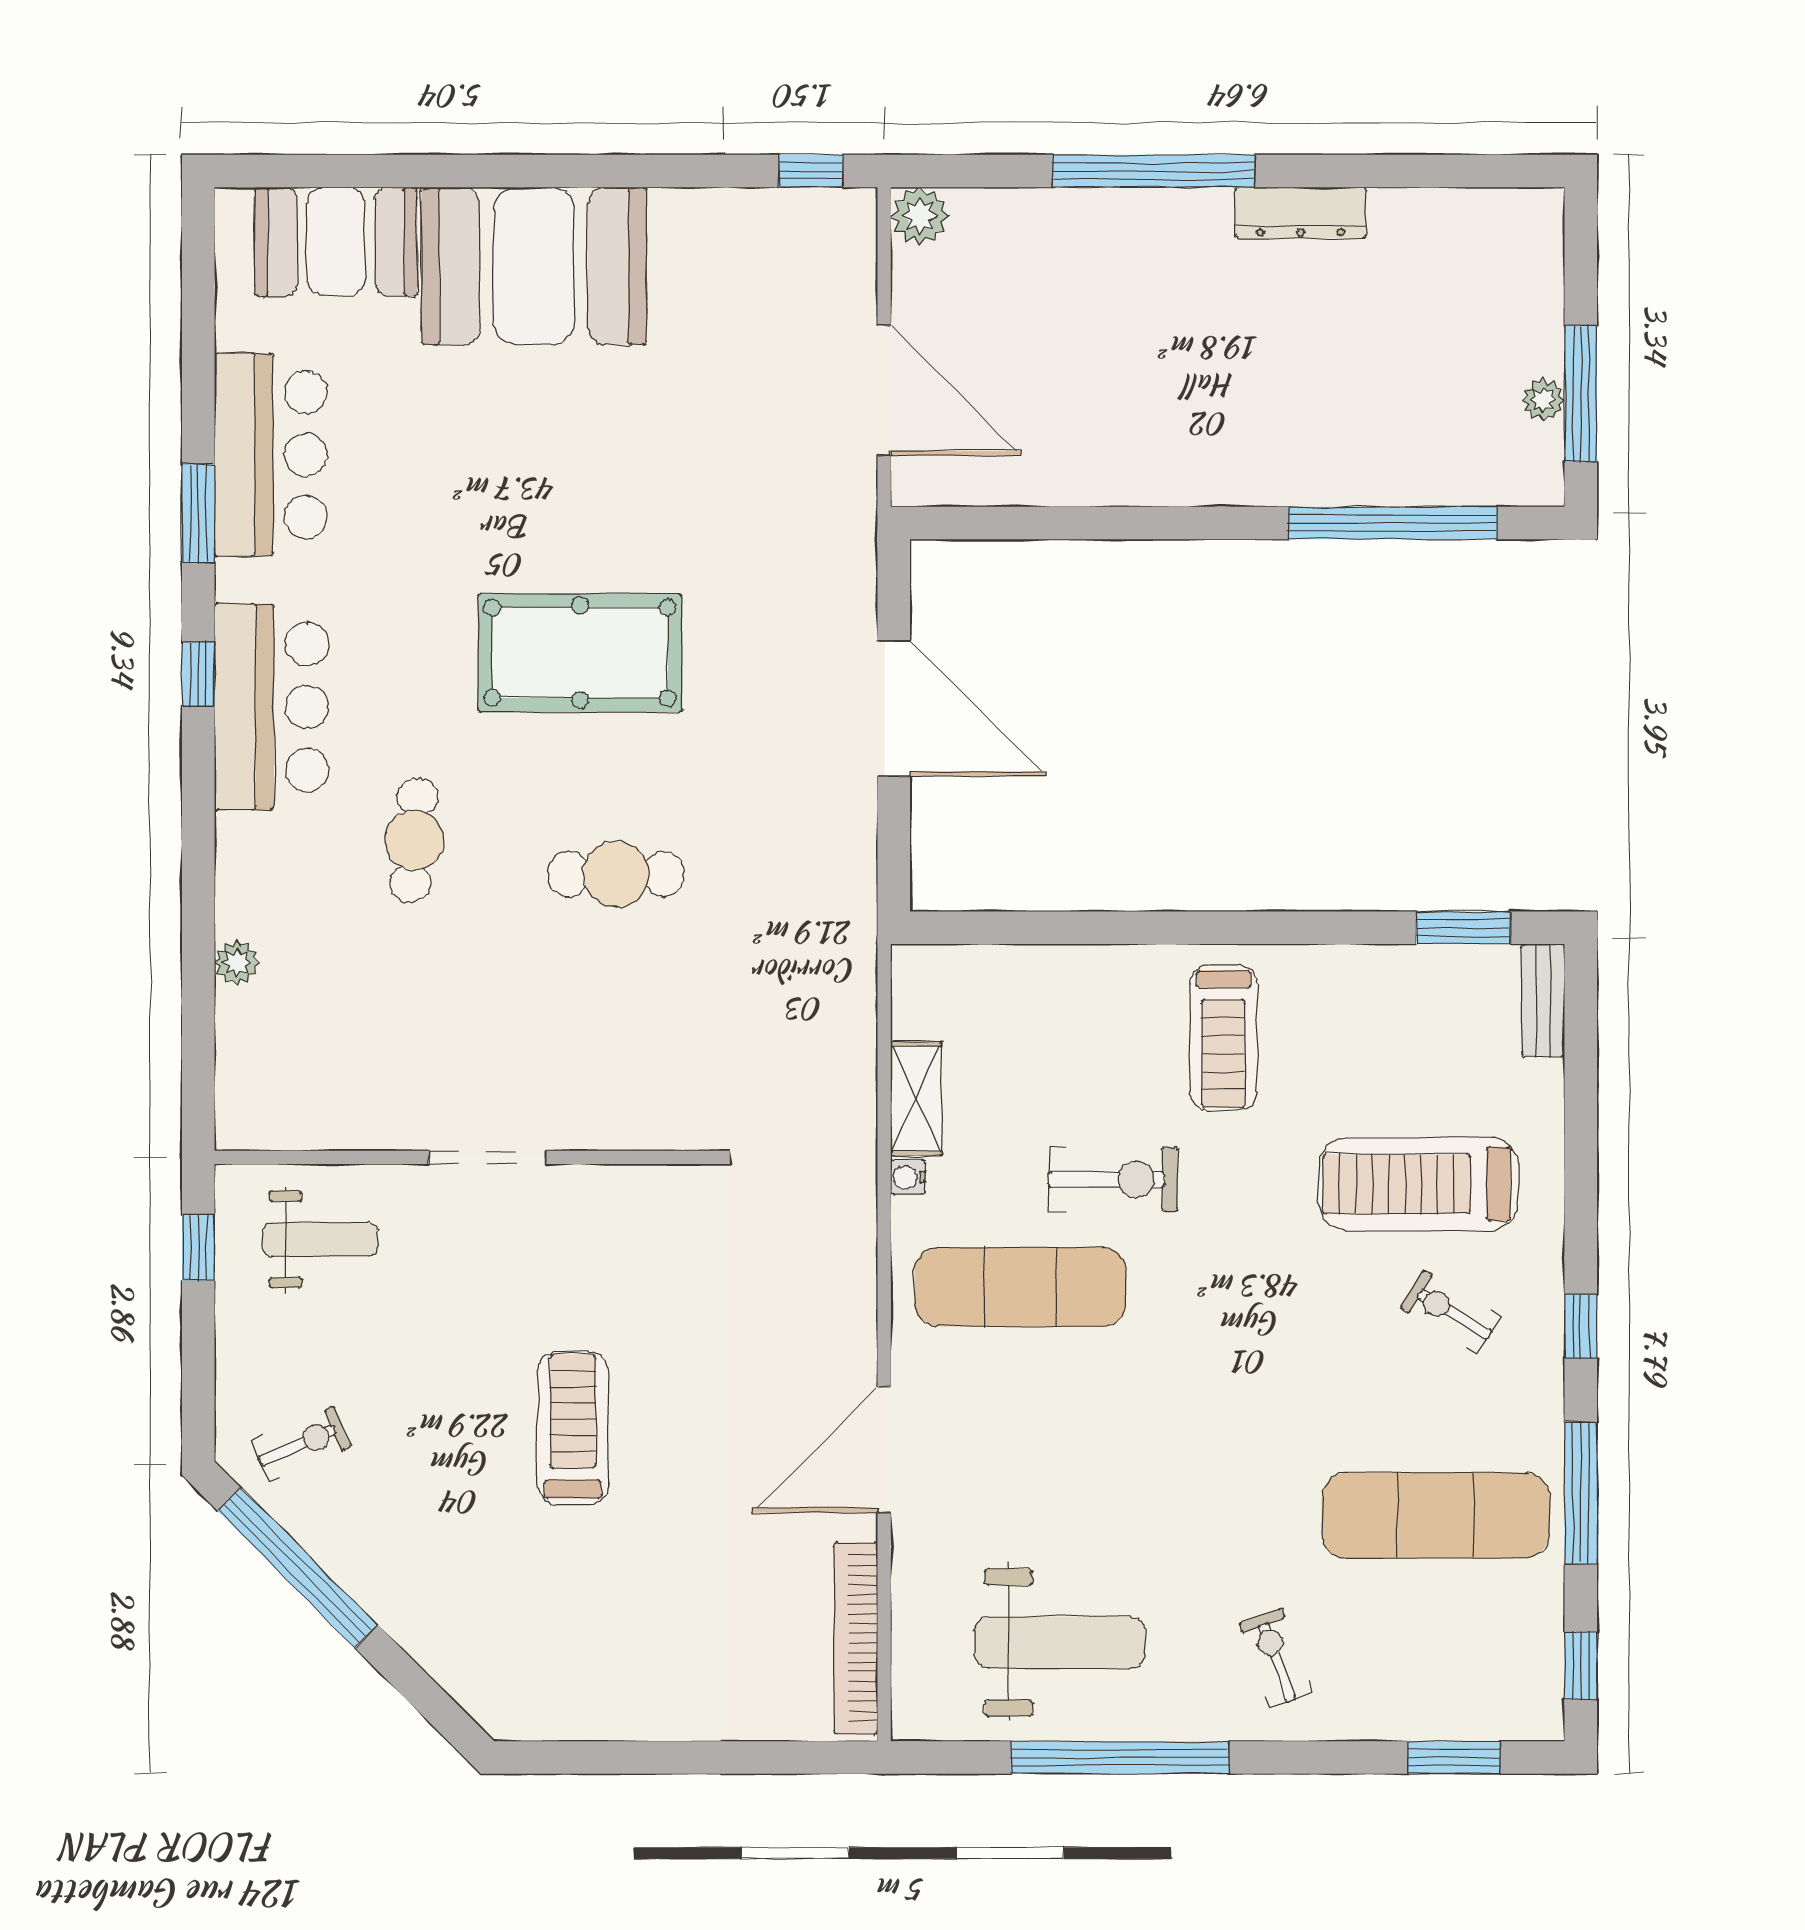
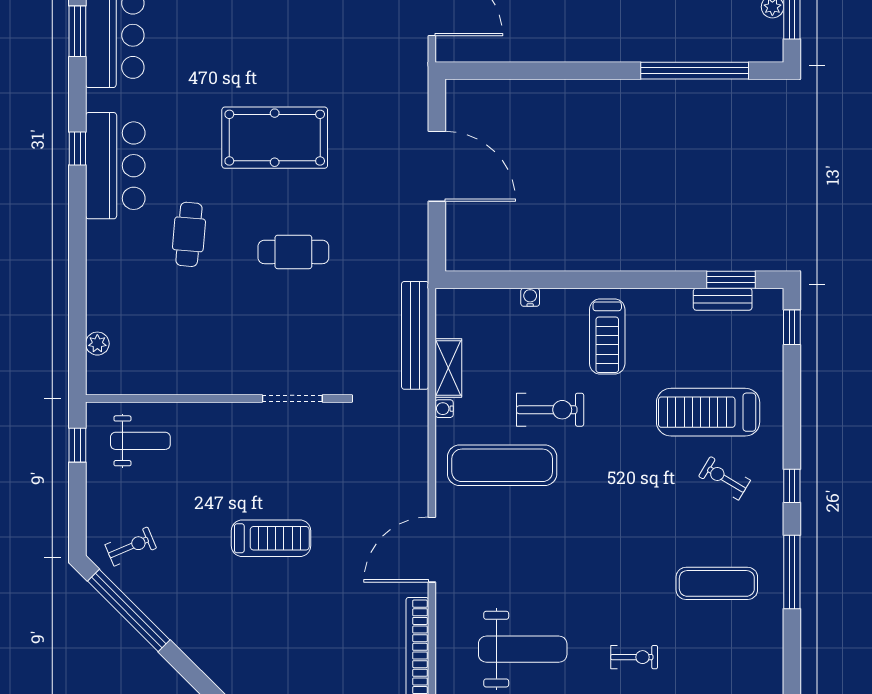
window: (198, 513) -> (77, 31), moved
water cooler: (1074, 962) -> (530, 297), added
plant: (237, 963) -> (97, 344), moved
bench: (1543, 1000) -> (723, 299), moved, turned 90
bench: (852, 1035) -> (415, 335), added
doorway: (488, 1157) -> (292, 398), moved
treadmill: (573, 1428) -> (271, 538), turned 90
exercise mat: (1436, 1515) -> (717, 583), width x0.73, depth x0.69
exercise bike: (1276, 1658) -> (634, 657), turned 110
window: (1581, 1665) -> (792, 327), moved

